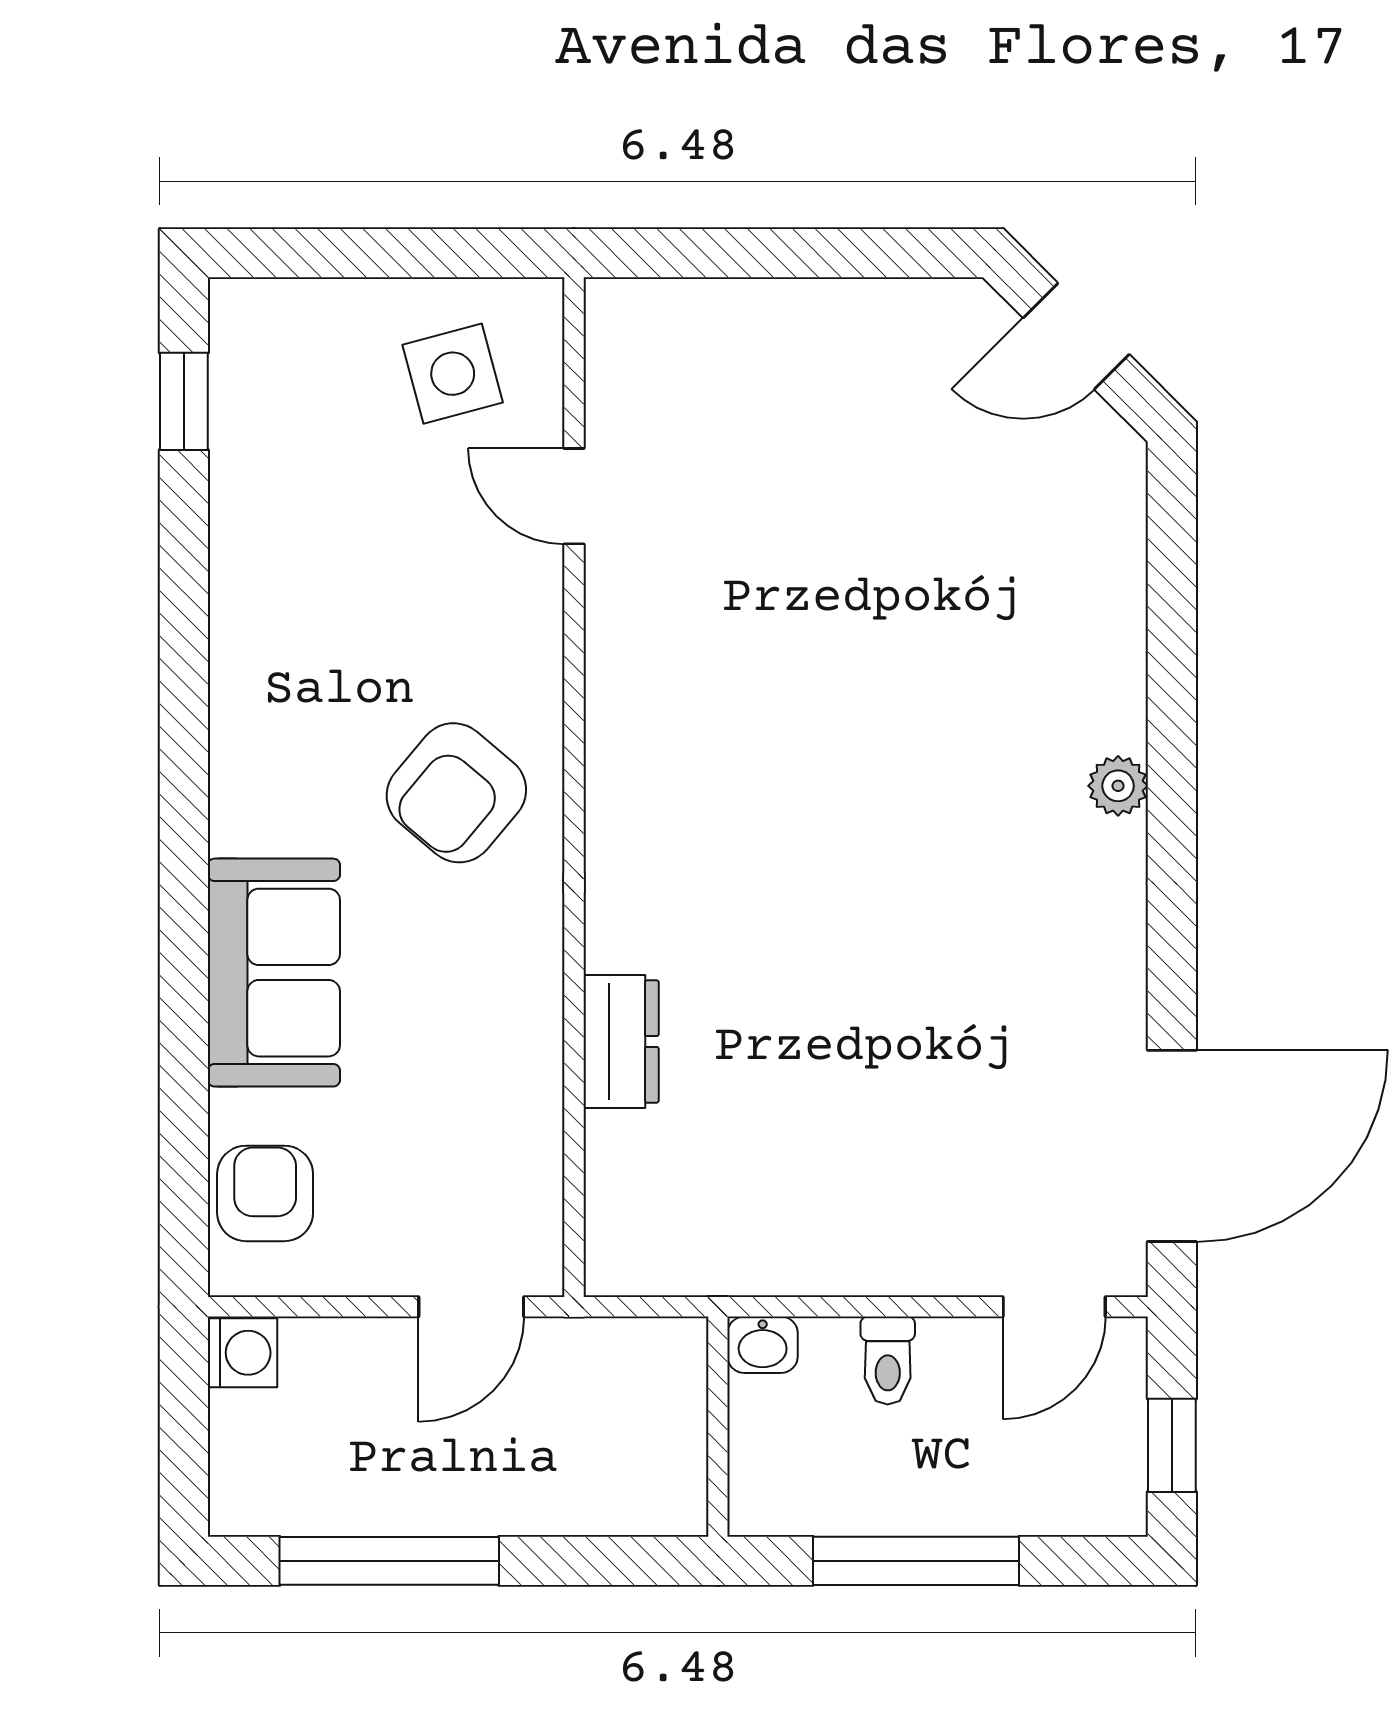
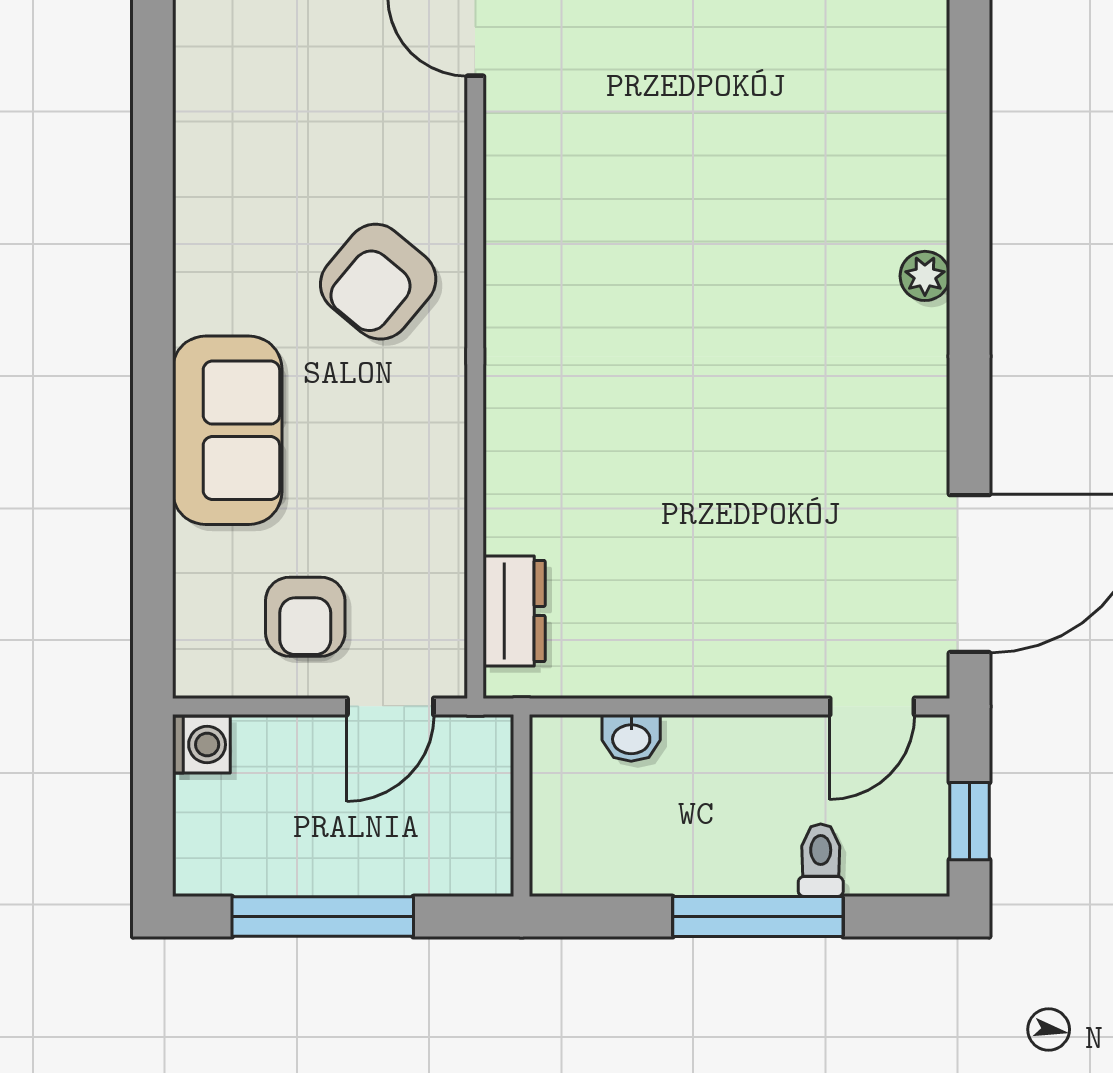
dresser: (621, 1042) -> (514, 611), moved
armchair: (265, 1193) -> (305, 617), moved, turned 180
toilet: (888, 1360) -> (821, 860), moved, turned 180
wall: (718, 1427) -> (522, 806), moved

